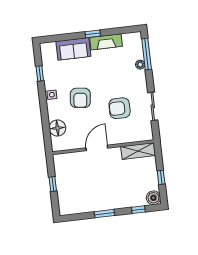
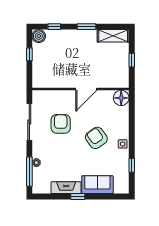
armchair: (80, 98) -> (96, 138), turned -42
sliding door: (153, 106) -> (29, 122), width x1.37
armchair: (120, 108) -> (61, 124), turned -90
floor lamp: (57, 128) -> (121, 98), moved
shelving: (138, 151) -> (113, 36), moved

